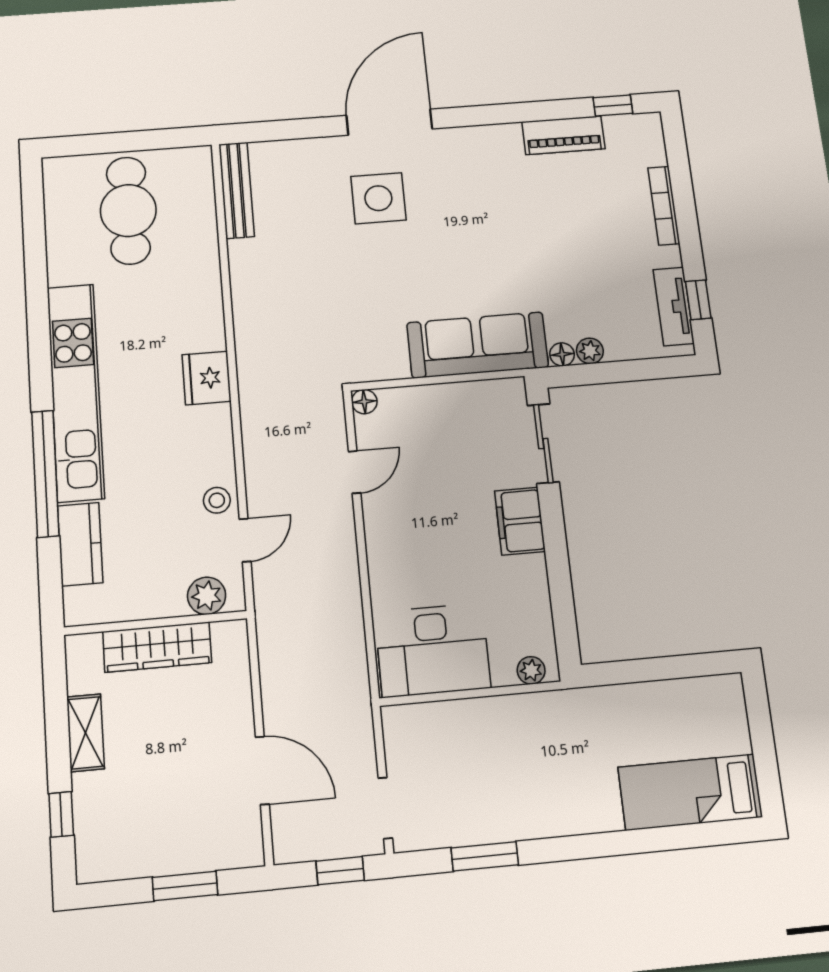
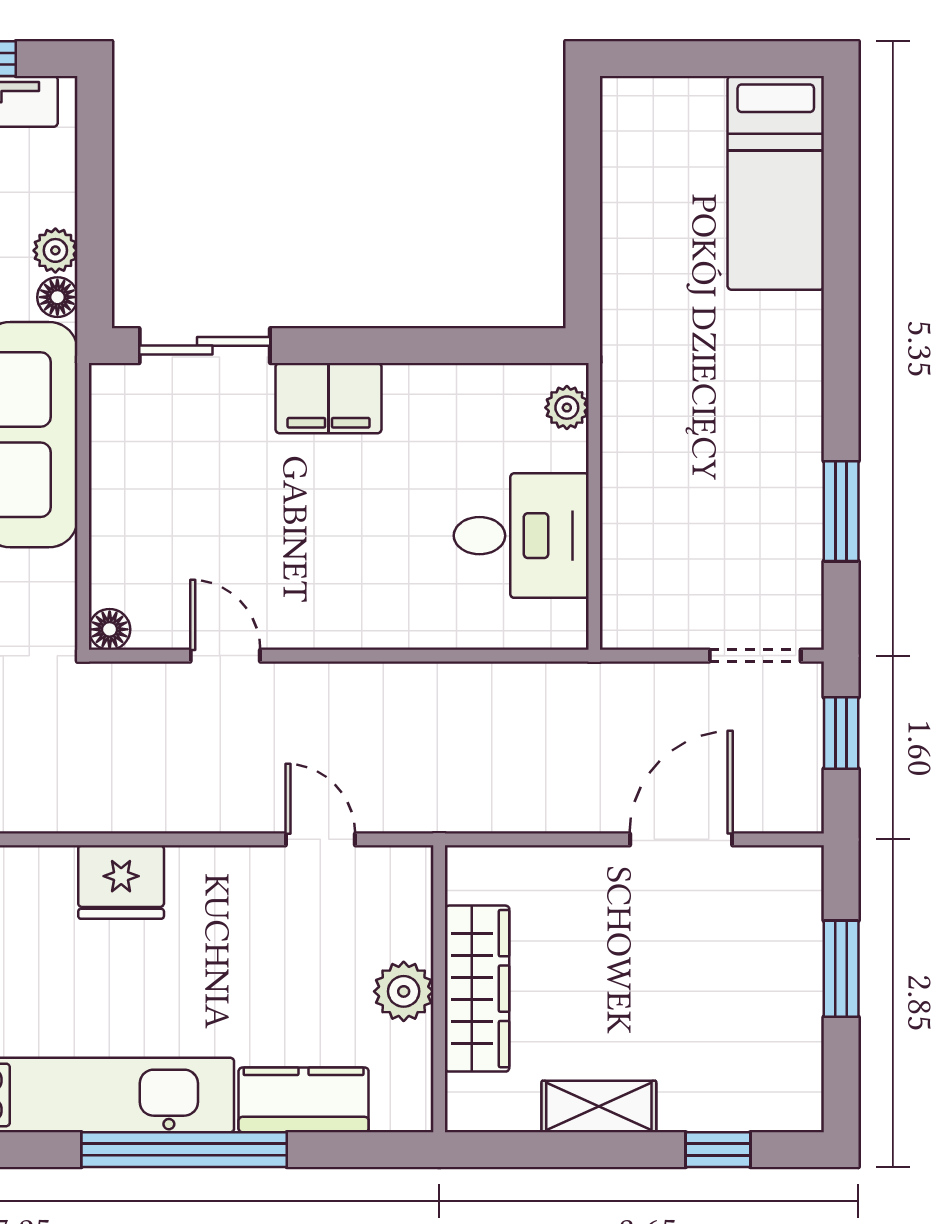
fridge: (207, 378) -> (121, 882), moved
stool: (217, 500) -> (252, 880), removed
plant: (207, 596) -> (404, 991), moved
desk: (433, 650) -> (521, 536), width x0.73

